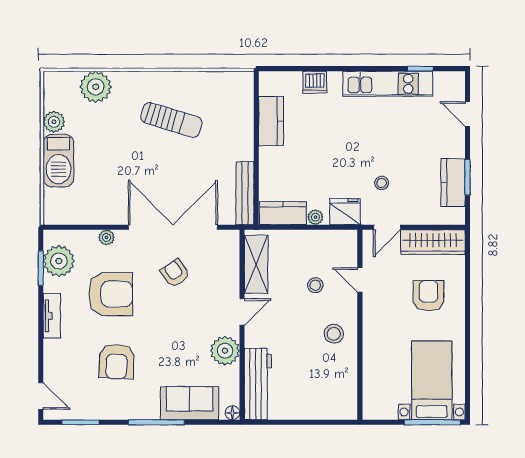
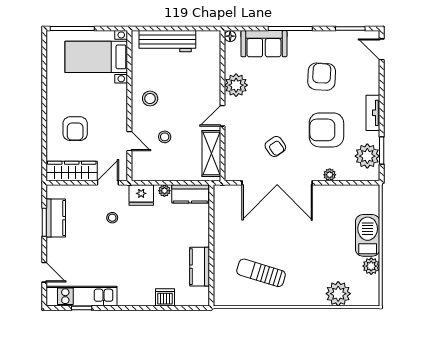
kitchen unit: (388, 84) -> (82, 296), moved
sun lounger: (171, 120) -> (261, 273), moved
bench: (245, 193) -> (220, 210), removed
bed with nightstands: (432, 380) -> (96, 57), moved, turned 90
workbench: (258, 384) -> (167, 41), moved, turned -90

